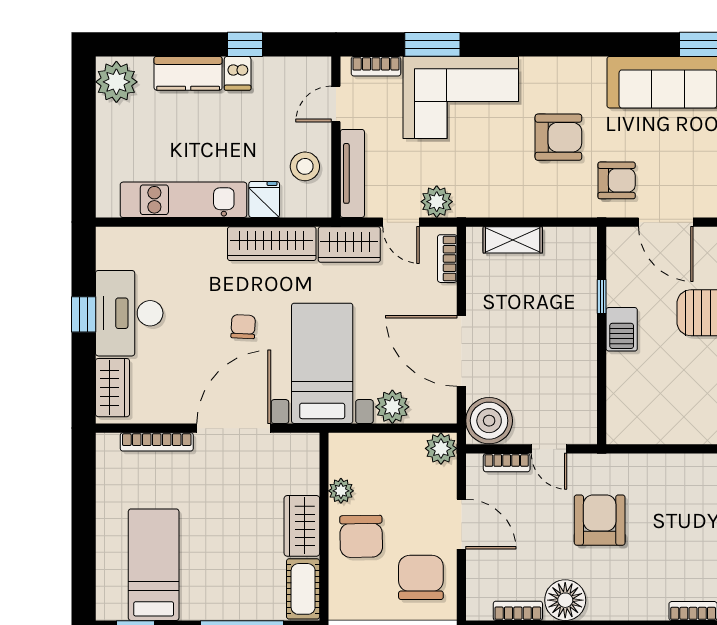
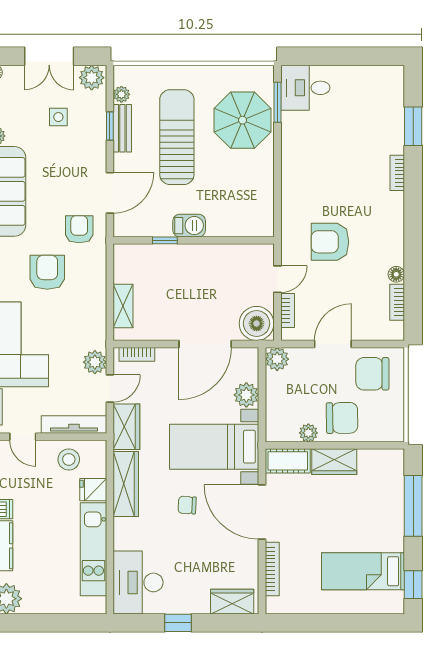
desk: (129, 313) -> (138, 582), moved, turned 90
cot: (303, 589) -> (288, 461), moved
floor lamp: (565, 600) -> (396, 274), width x0.53, depth x0.53

